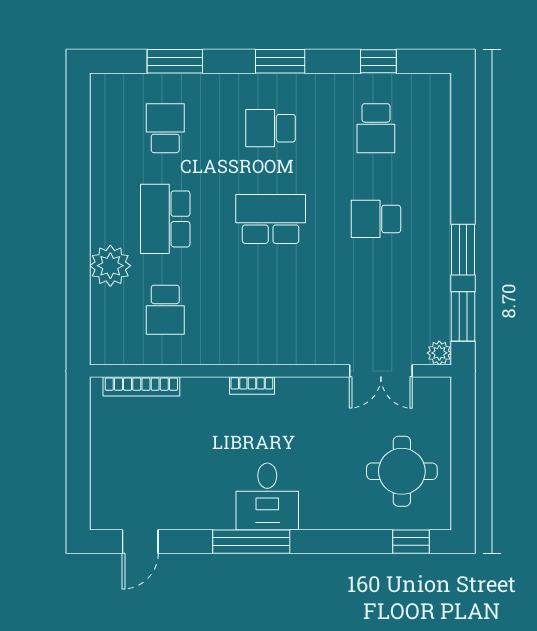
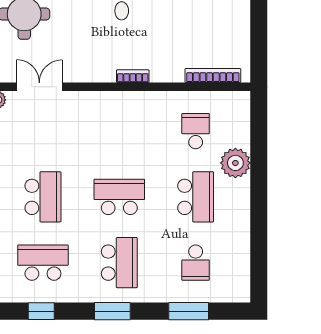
school desk: (271, 128) -> (119, 263), width x1.85
school desk: (376, 128) -> (43, 263), width x1.85
school desk: (271, 219) -> (119, 197), turned 180
school desk: (376, 219) -> (43, 197), width x1.85

